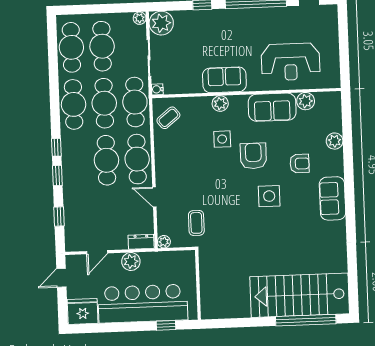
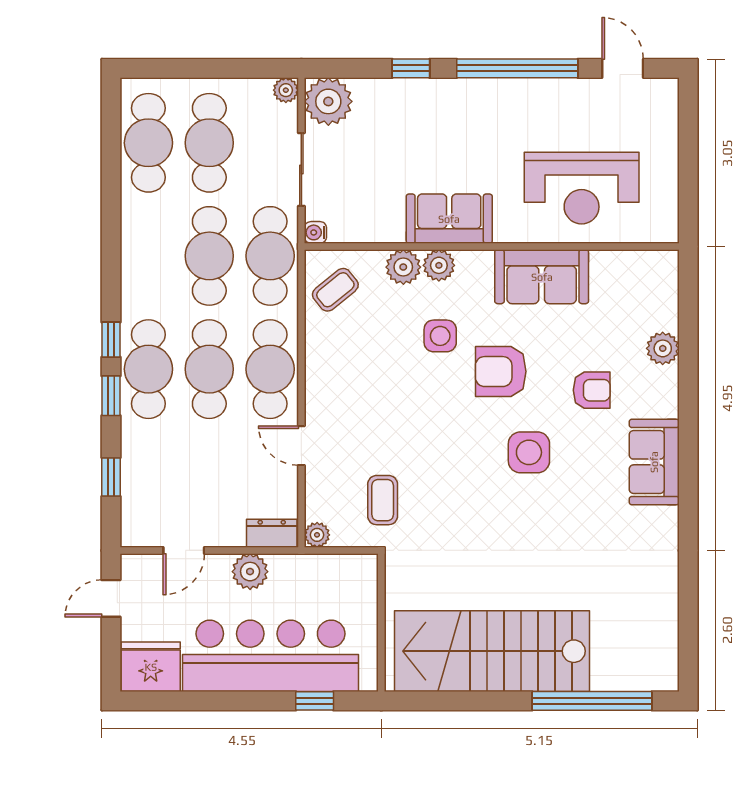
plant: (306, 101) -> (403, 267), moved
cafe table: (74, 104) -> (148, 369), moved
armchair: (253, 156) -> (501, 372), turned -90
stairs: (300, 295) -> (492, 651), moved

